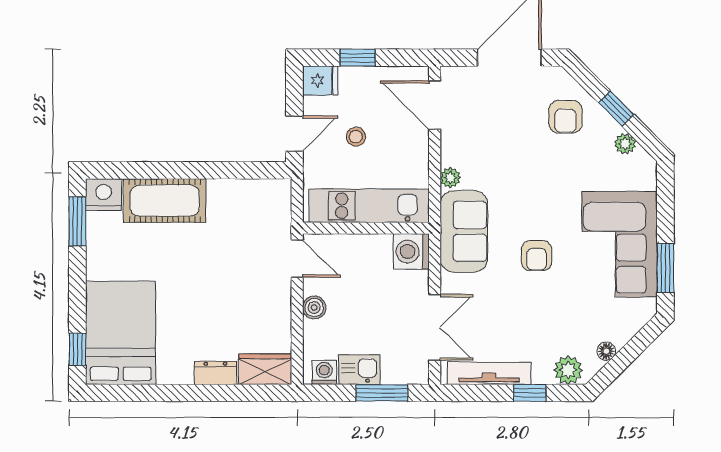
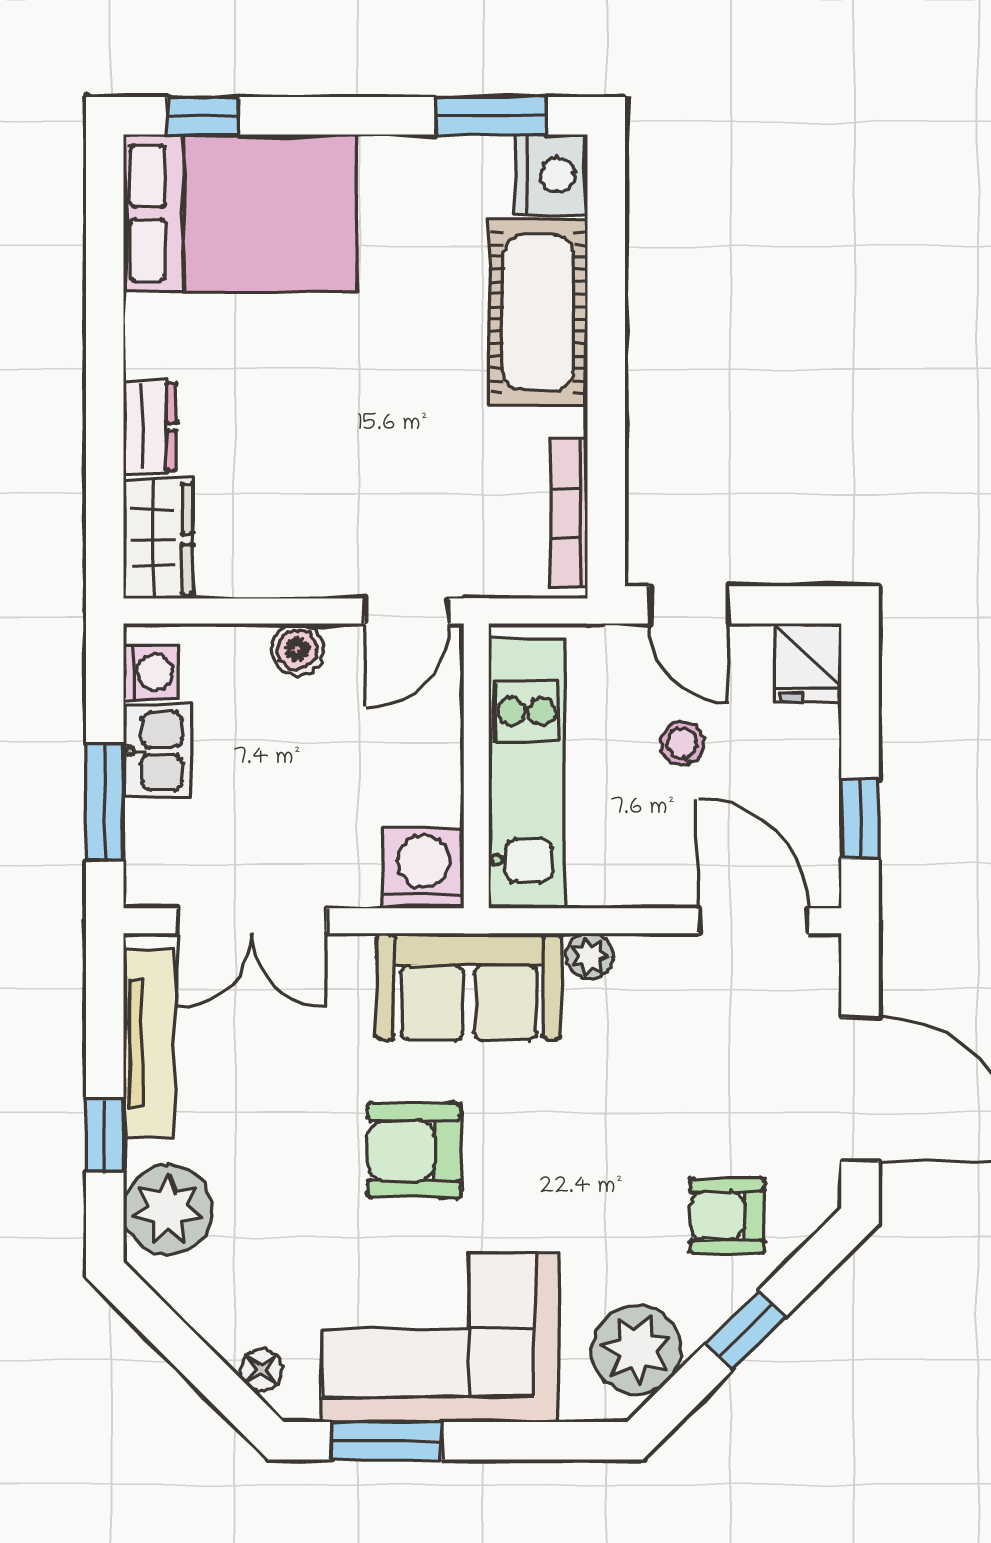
window: (358, 58) -> (860, 819), moved
door: (435, 105) -> (753, 921), hinge flipped
plant: (625, 144) -> (637, 1350), width x1.88, depth x1.88
bookcase: (254, 187) -> (569, 513), added
armchair: (537, 256) -> (414, 1150), width x1.38, depth x1.38
floor lamp: (606, 351) -> (261, 1370), moved
plant: (568, 370) -> (168, 1210), width x1.36, depth x1.36

